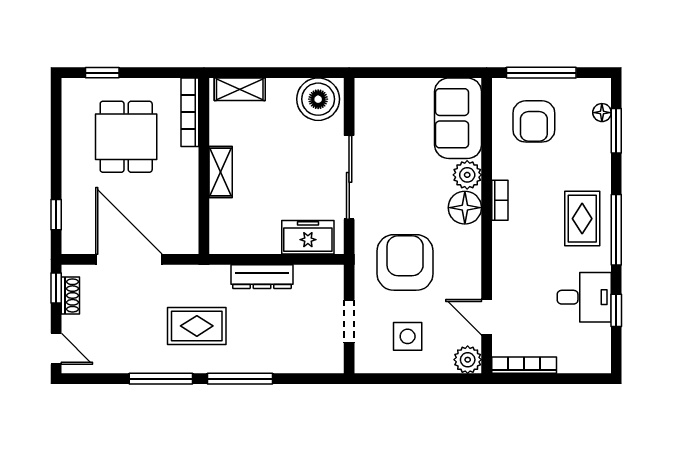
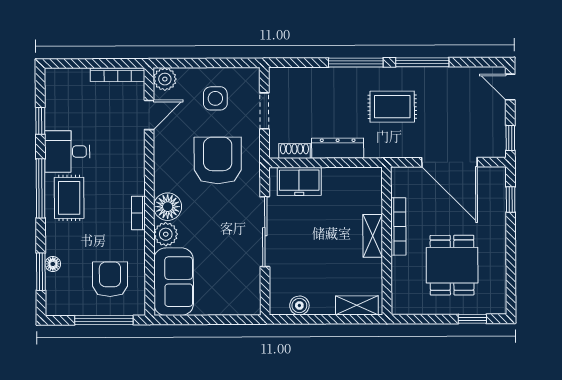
boiler: (318, 99) -> (299, 305), width x0.54, depth x0.54
bookcase: (190, 112) -> (398, 226), moved
floor lamp: (602, 113) -> (53, 264), moved
armchair: (405, 262) -> (218, 160), turned 180
shoe rack: (70, 295) -> (294, 151), moved, turned 90
desk: (584, 297) -> (67, 152), moved
door: (487, 317) -> (149, 115), hinge flipped

